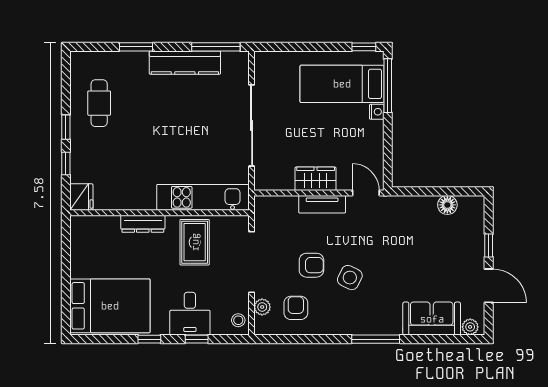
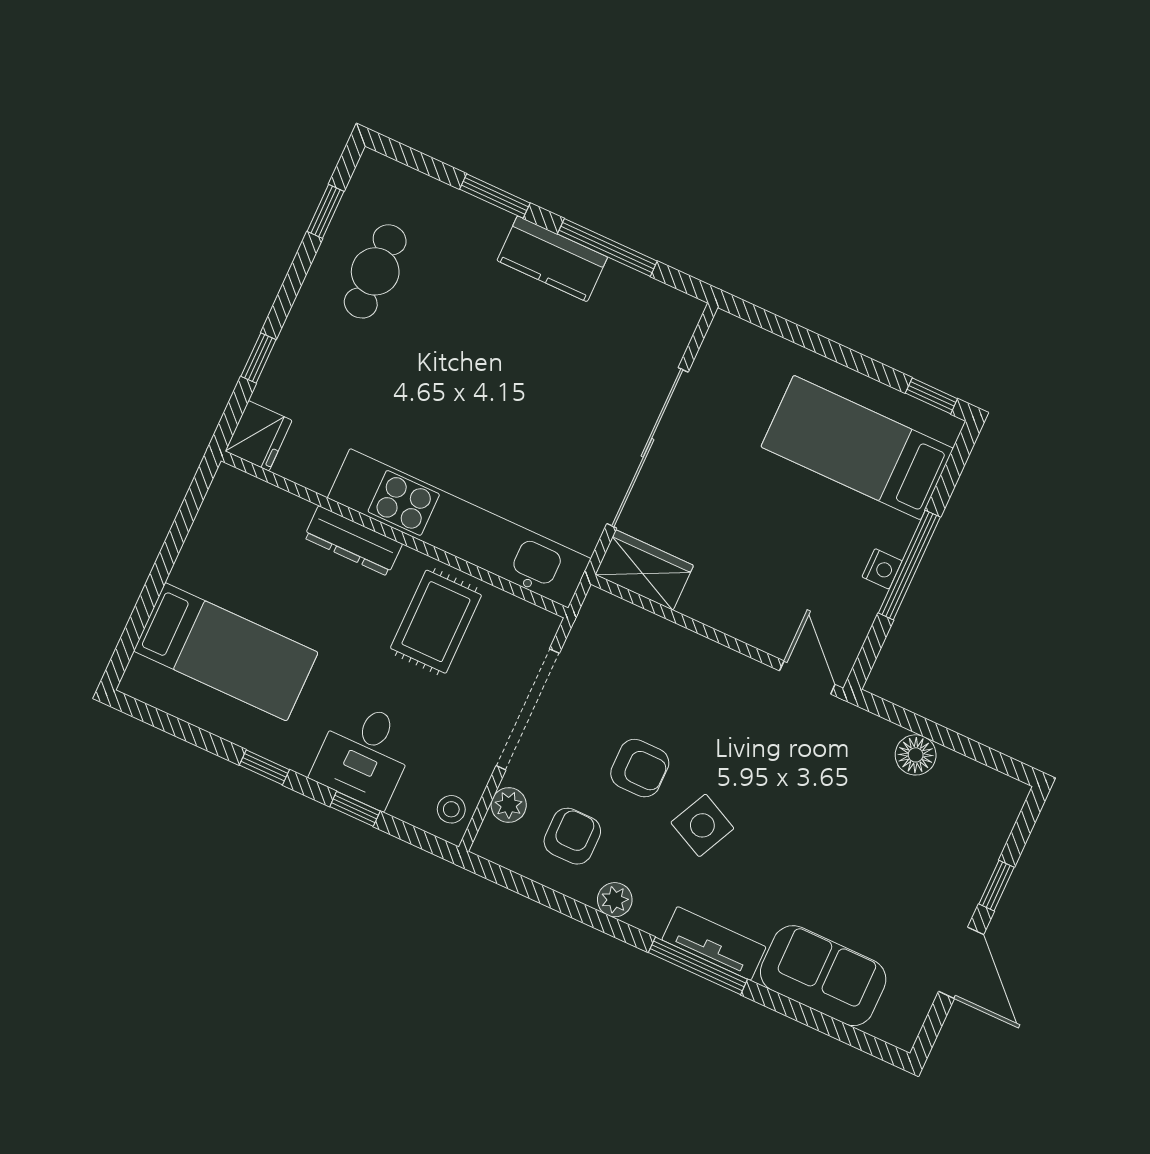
window: (216, 47) -> (607, 247), moved
kitchen counter: (185, 63) -> (552, 259), width x0.67
window: (388, 86) -> (909, 565), moved
nightstand: (377, 112) -> (882, 569), moved
window: (66, 127) -> (326, 211), moved
wardrobe: (316, 179) -> (644, 570), moved
kitchen unit: (203, 197) -> (459, 528), width x1.36
tv unit: (322, 204) -> (714, 943), moved, turned 180
floor lamp: (447, 205) -> (916, 755), moved
bed: (110, 306) -> (226, 652), width x0.67
plant: (470, 327) -> (615, 900), moved

